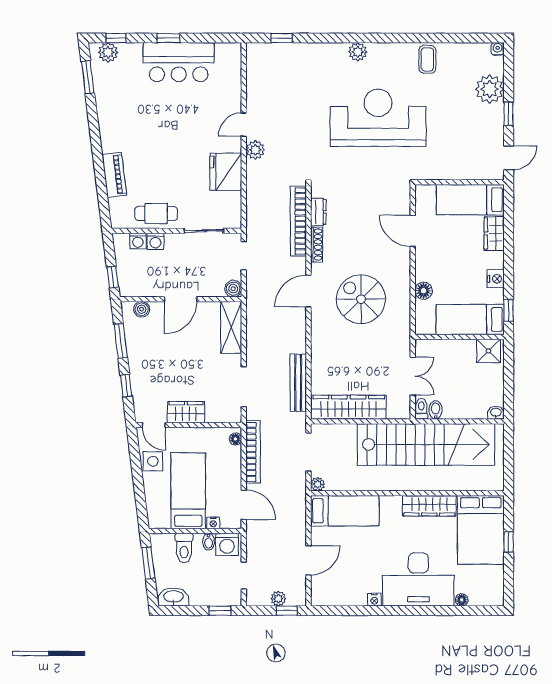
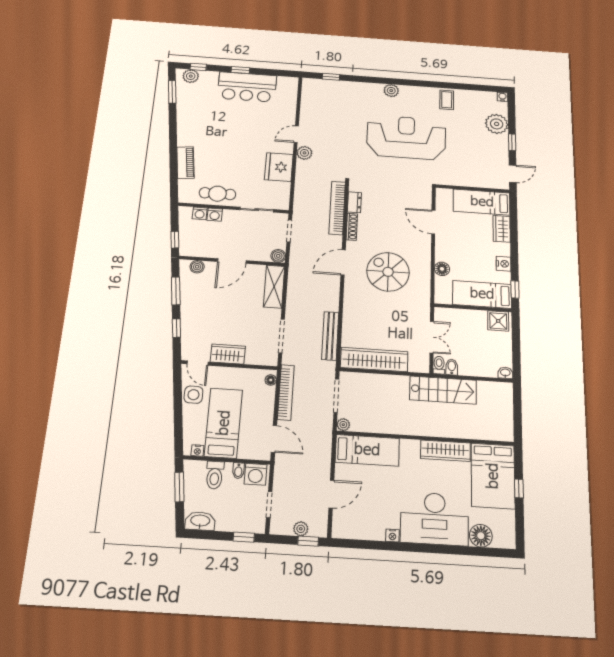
stairs: (426, 445) -> (443, 390), width x0.54, depth x0.66
nightstand: (213, 523) -> (197, 451), moved
floor lamp: (462, 600) -> (481, 536), width x1.89, depth x1.89

